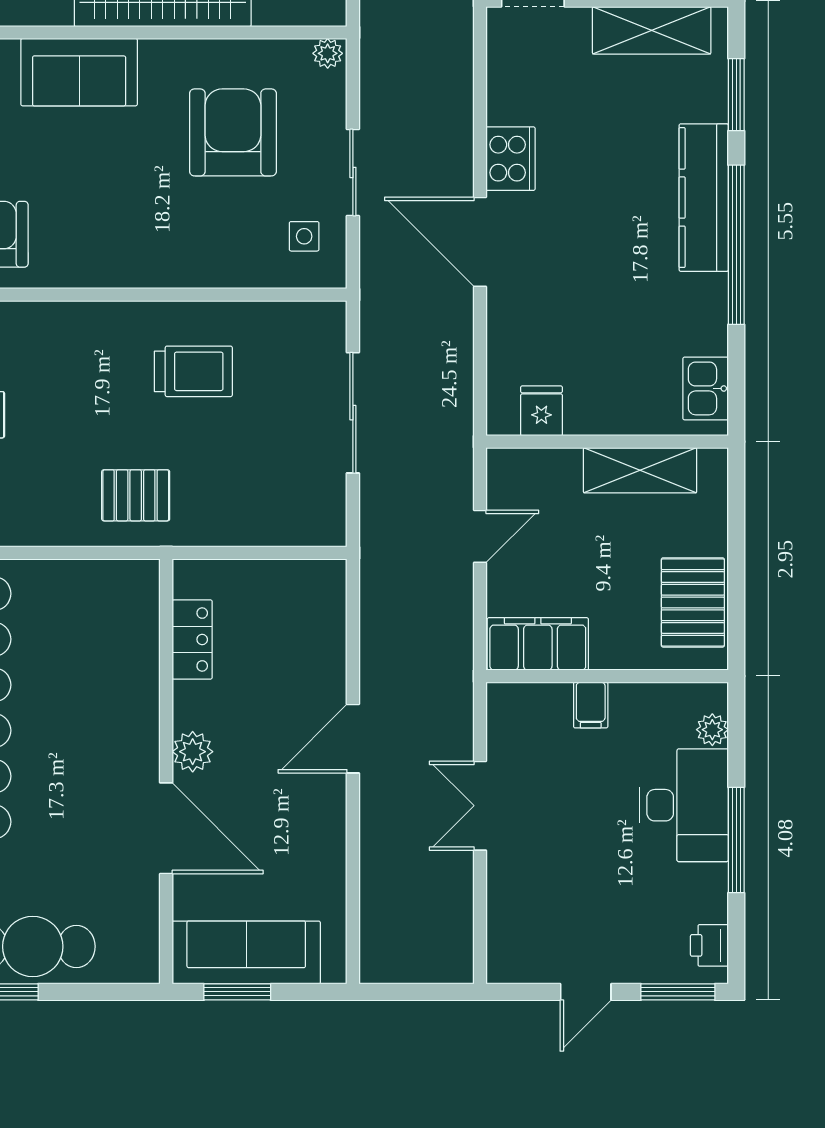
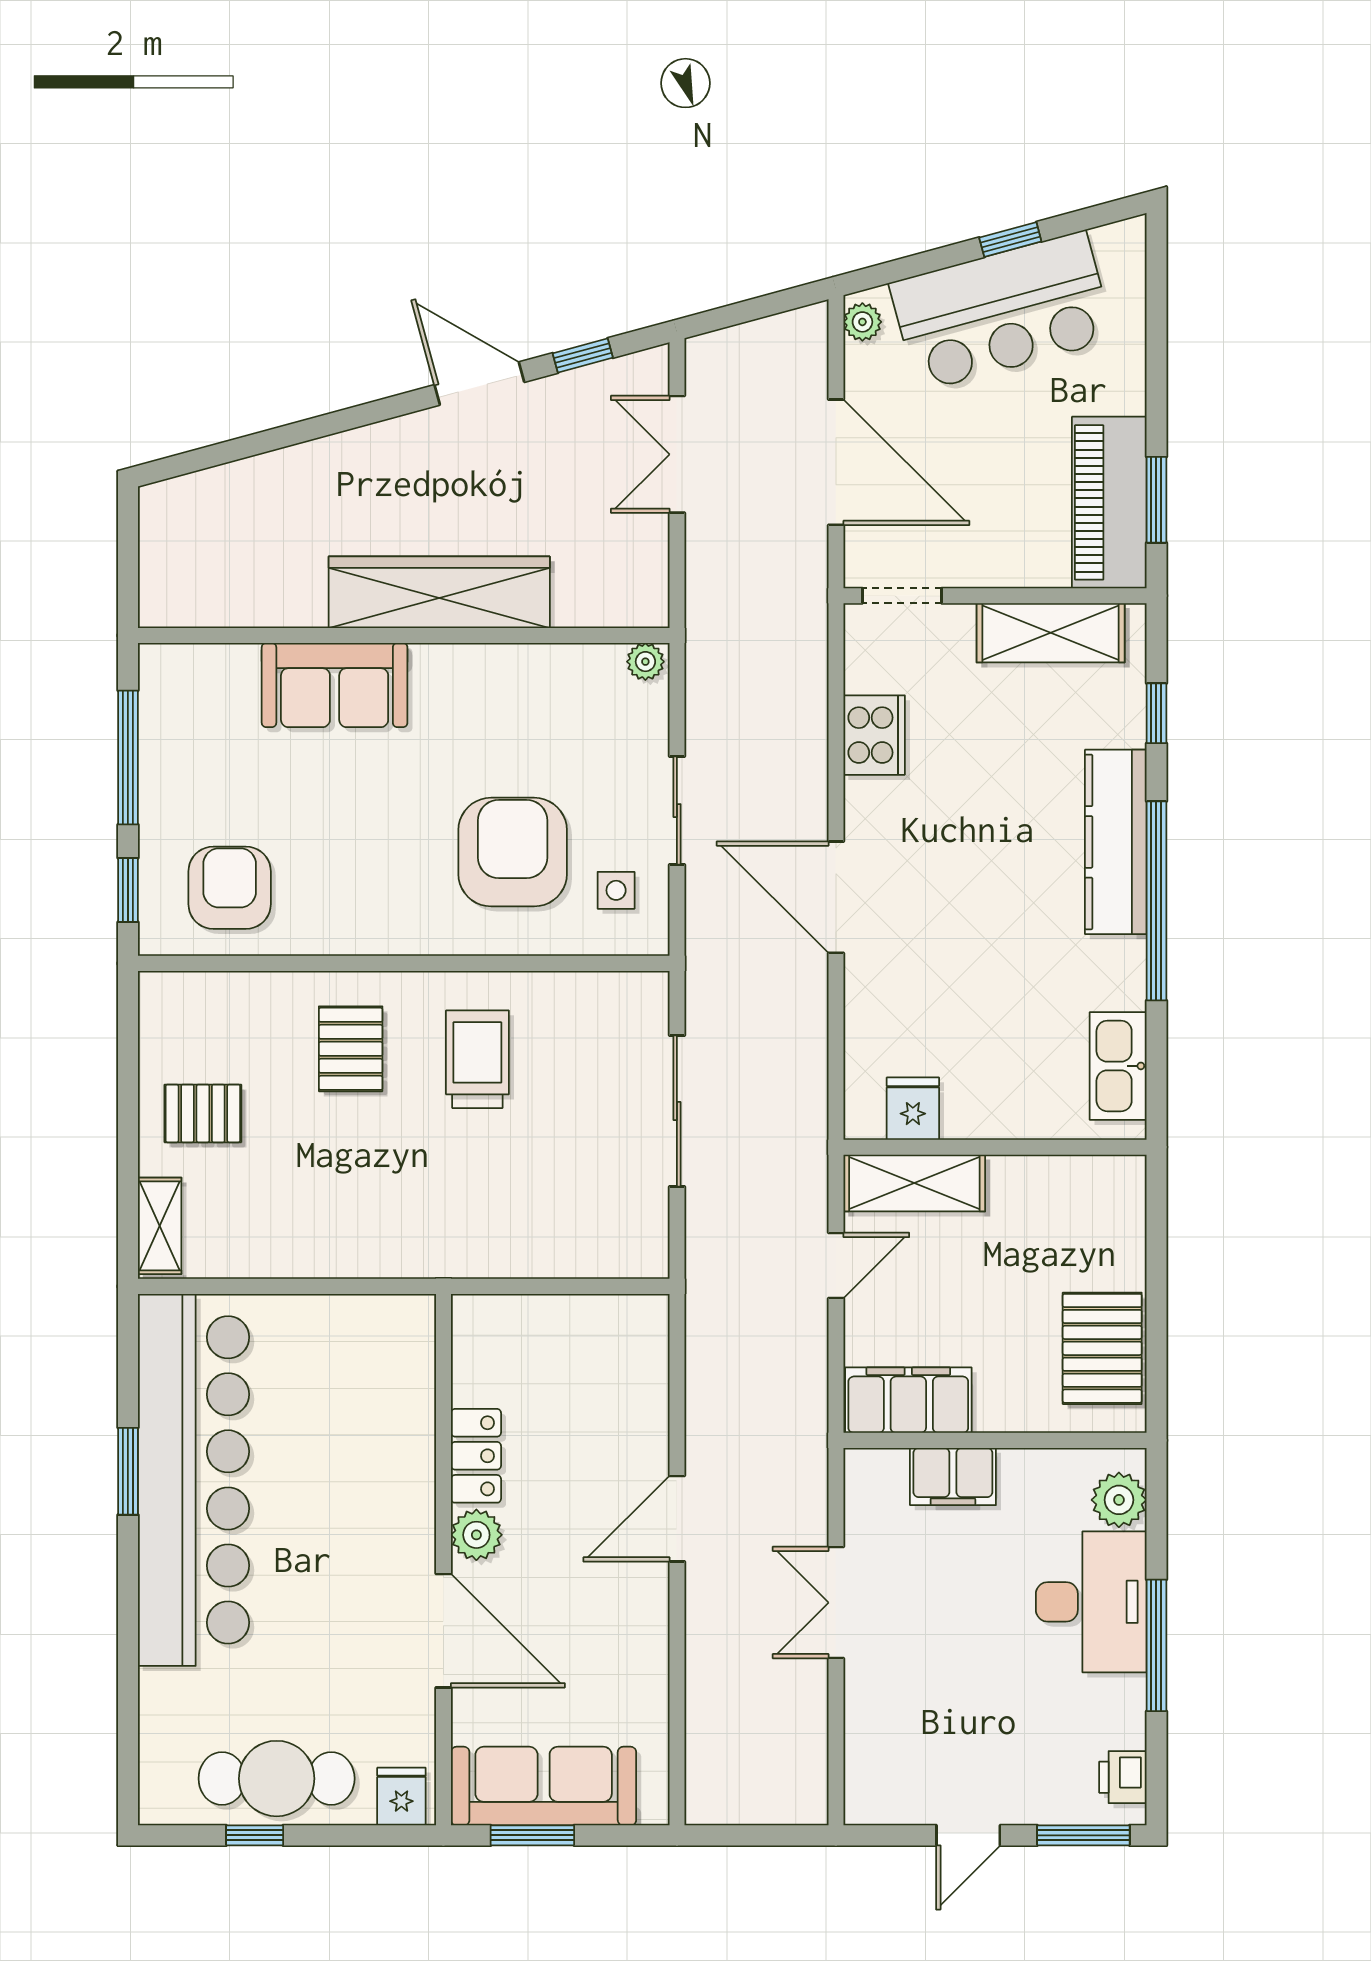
window: (736, 95) -> (1156, 713), width x0.67
armchair: (233, 132) -> (513, 852), moved
cooker: (511, 159) -> (874, 735), moved
trolley: (193, 371) -> (477, 1059), turned -90
kitchen sink: (706, 388) -> (1118, 1066), width x1.38
shelving: (640, 470) -> (914, 1183), moved
pallet: (136, 495) -> (351, 1049), moved, turned 90
locker: (192, 639) -> (476, 1456), moved
filing cabinet: (591, 705) -> (953, 1476), width x2.00
plant: (712, 730) -> (1119, 1500), width x1.38, depth x1.38
fridge: (133, 961) -> (401, 1797), added

